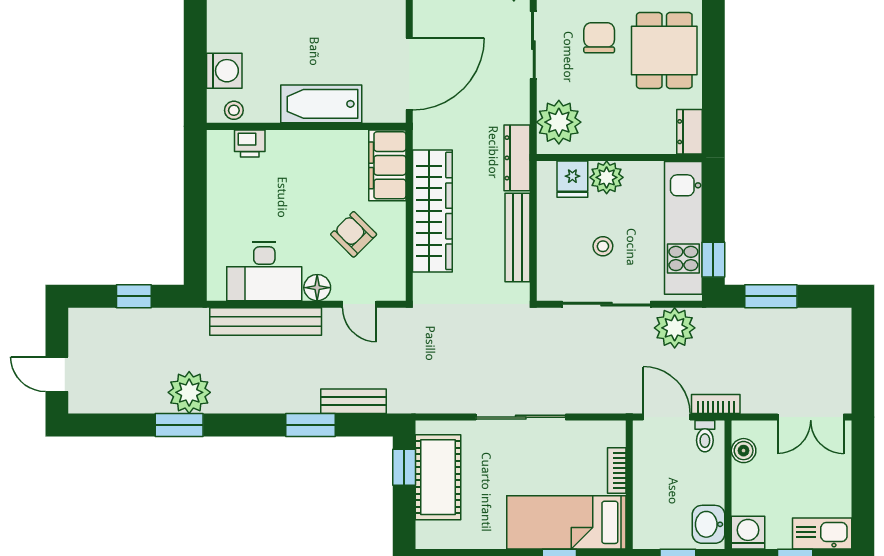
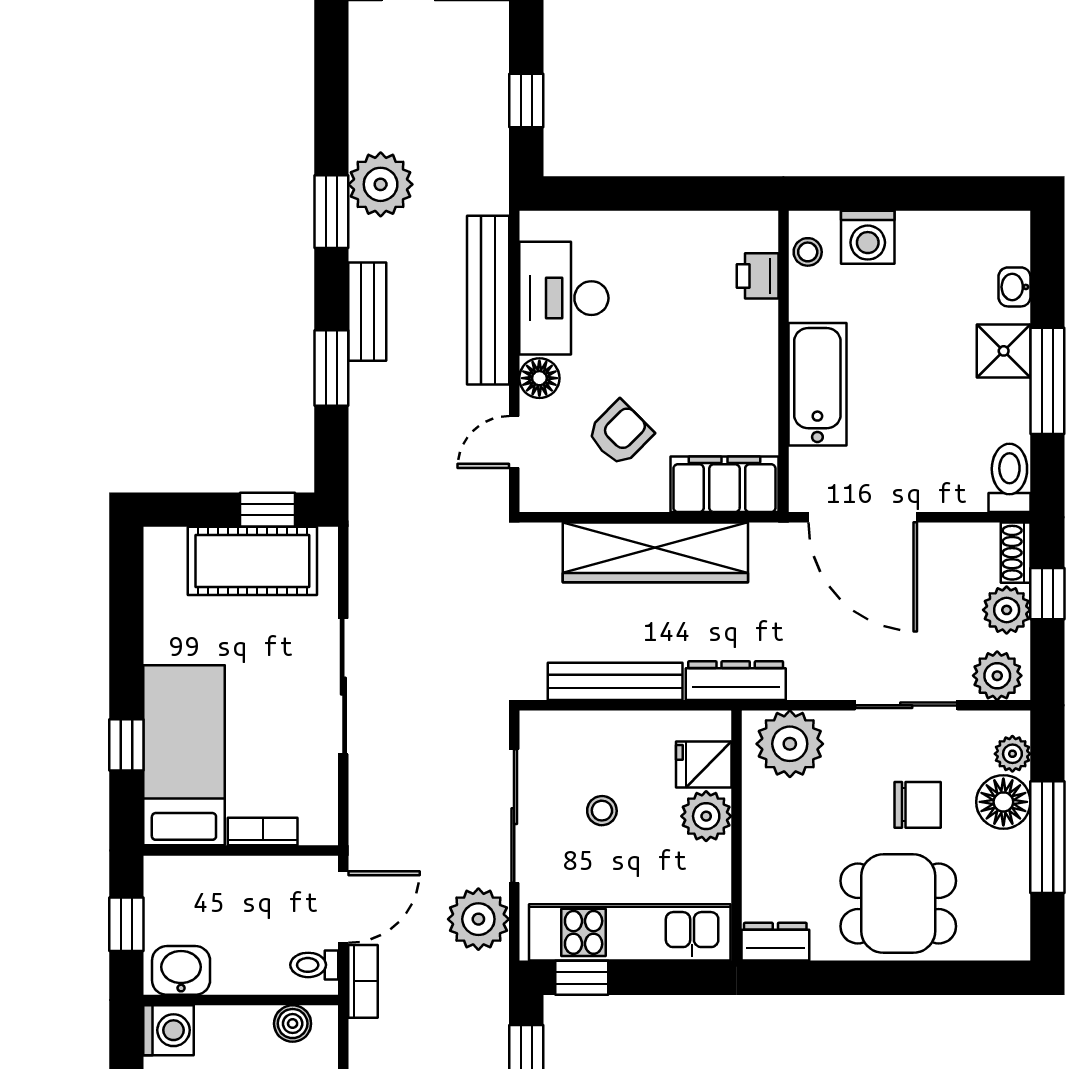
bench: (354, 401) -> (367, 312), moved
window: (179, 425) -> (331, 212), moved

